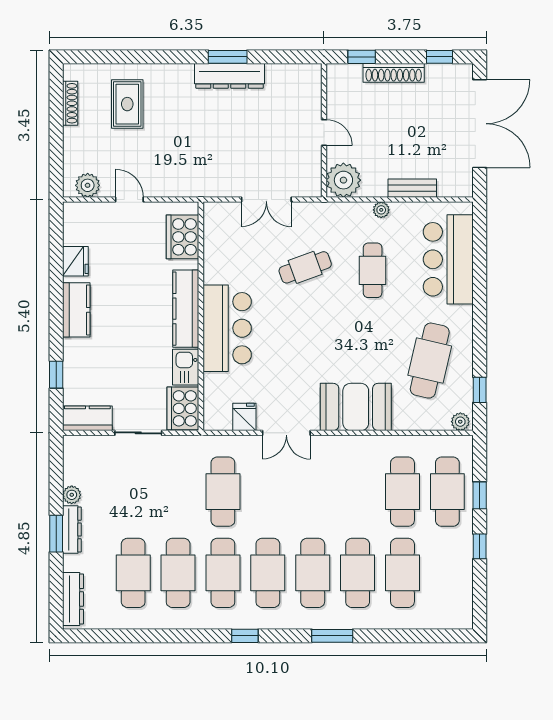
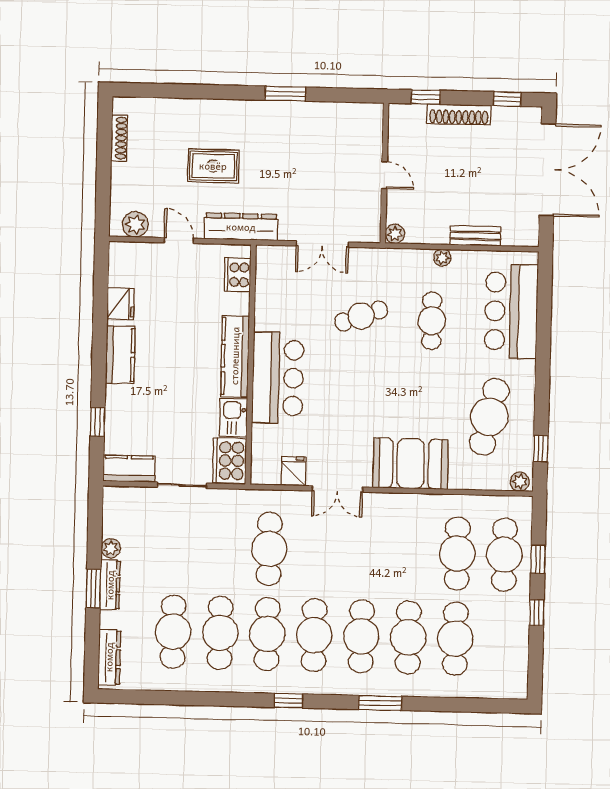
dresser: (230, 76) -> (241, 227), moved, turned 180
rug: (127, 104) -> (213, 166), moved, turned 90
plant: (343, 180) -> (395, 234), width x0.53, depth x0.53
cooker: (183, 237) -> (238, 275), width x0.73, depth x0.76

